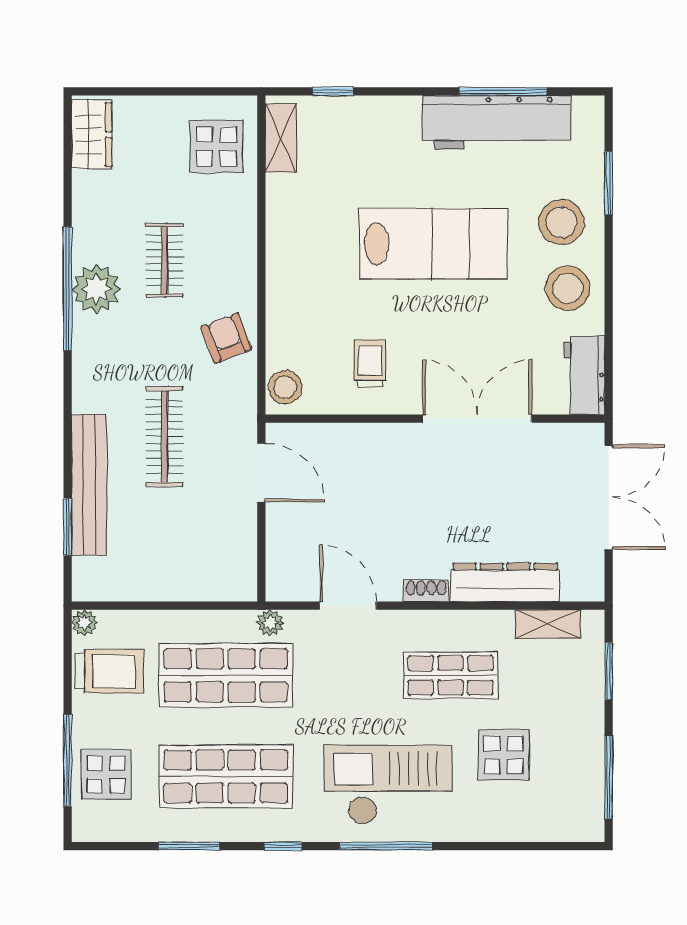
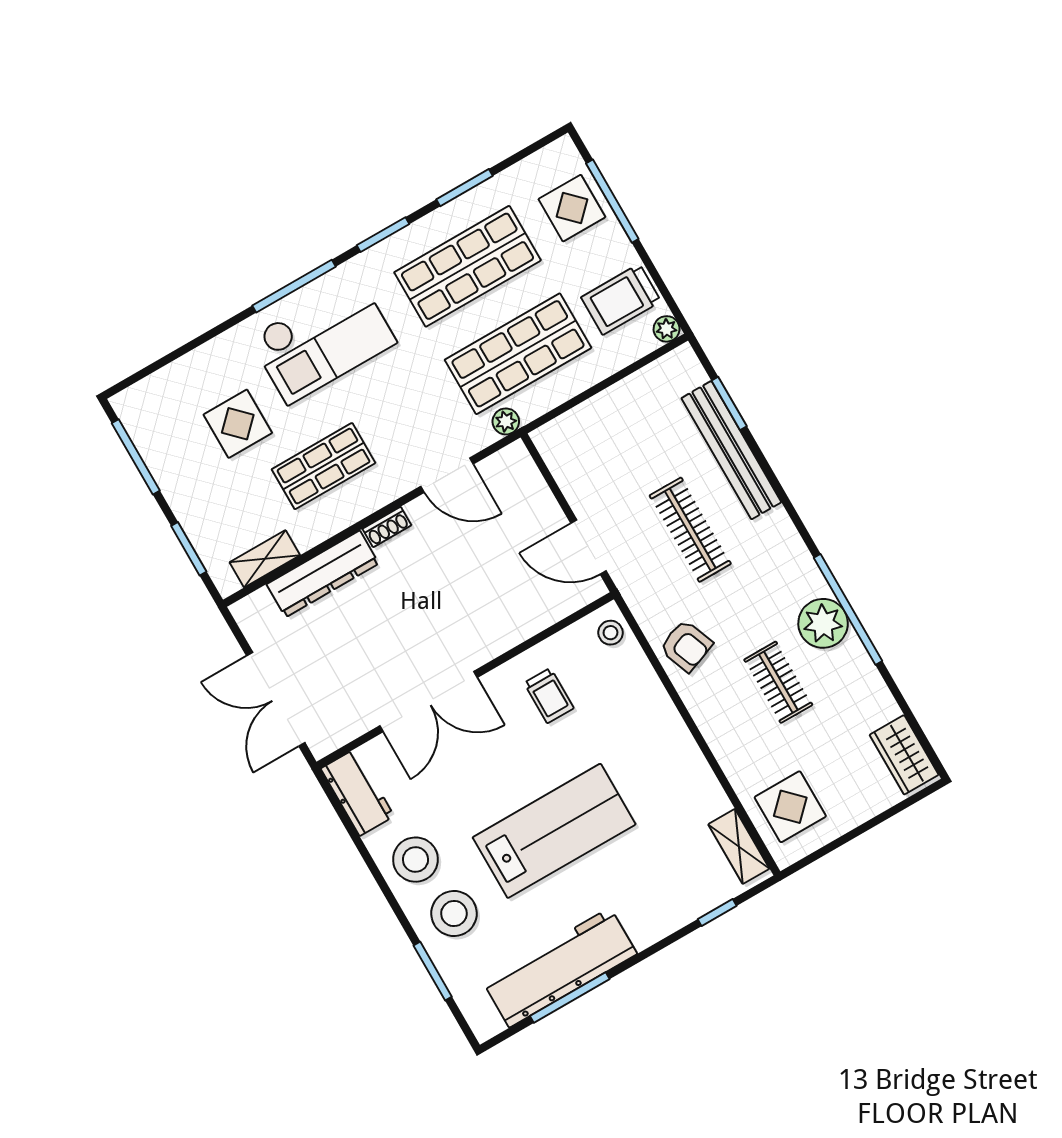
lab bench: (433, 244) -> (554, 831), turned 180
stool: (285, 387) -> (611, 633), width x0.73, depth x0.73
window: (283, 846) -> (383, 235), width x1.50

